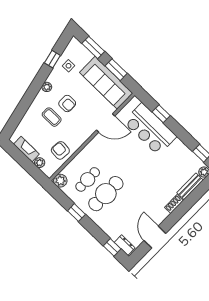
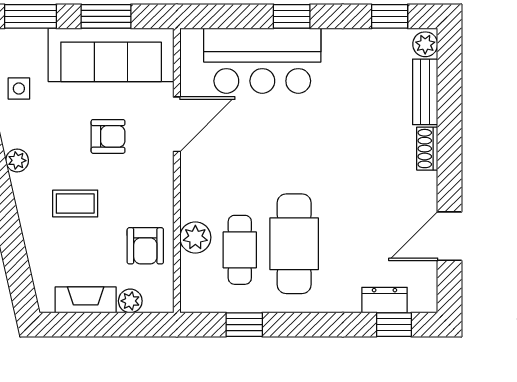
armchair: (67, 104) -> (108, 136), moved
window: (161, 114) -> (292, 16), moved
armchair: (60, 150) -> (145, 246), turned -95
plant: (60, 181) -> (195, 237), moved
window: (76, 213) -> (244, 325), moved
door: (155, 237) -> (449, 236), hinge flipped
dresser: (125, 245) -> (384, 300), moved

